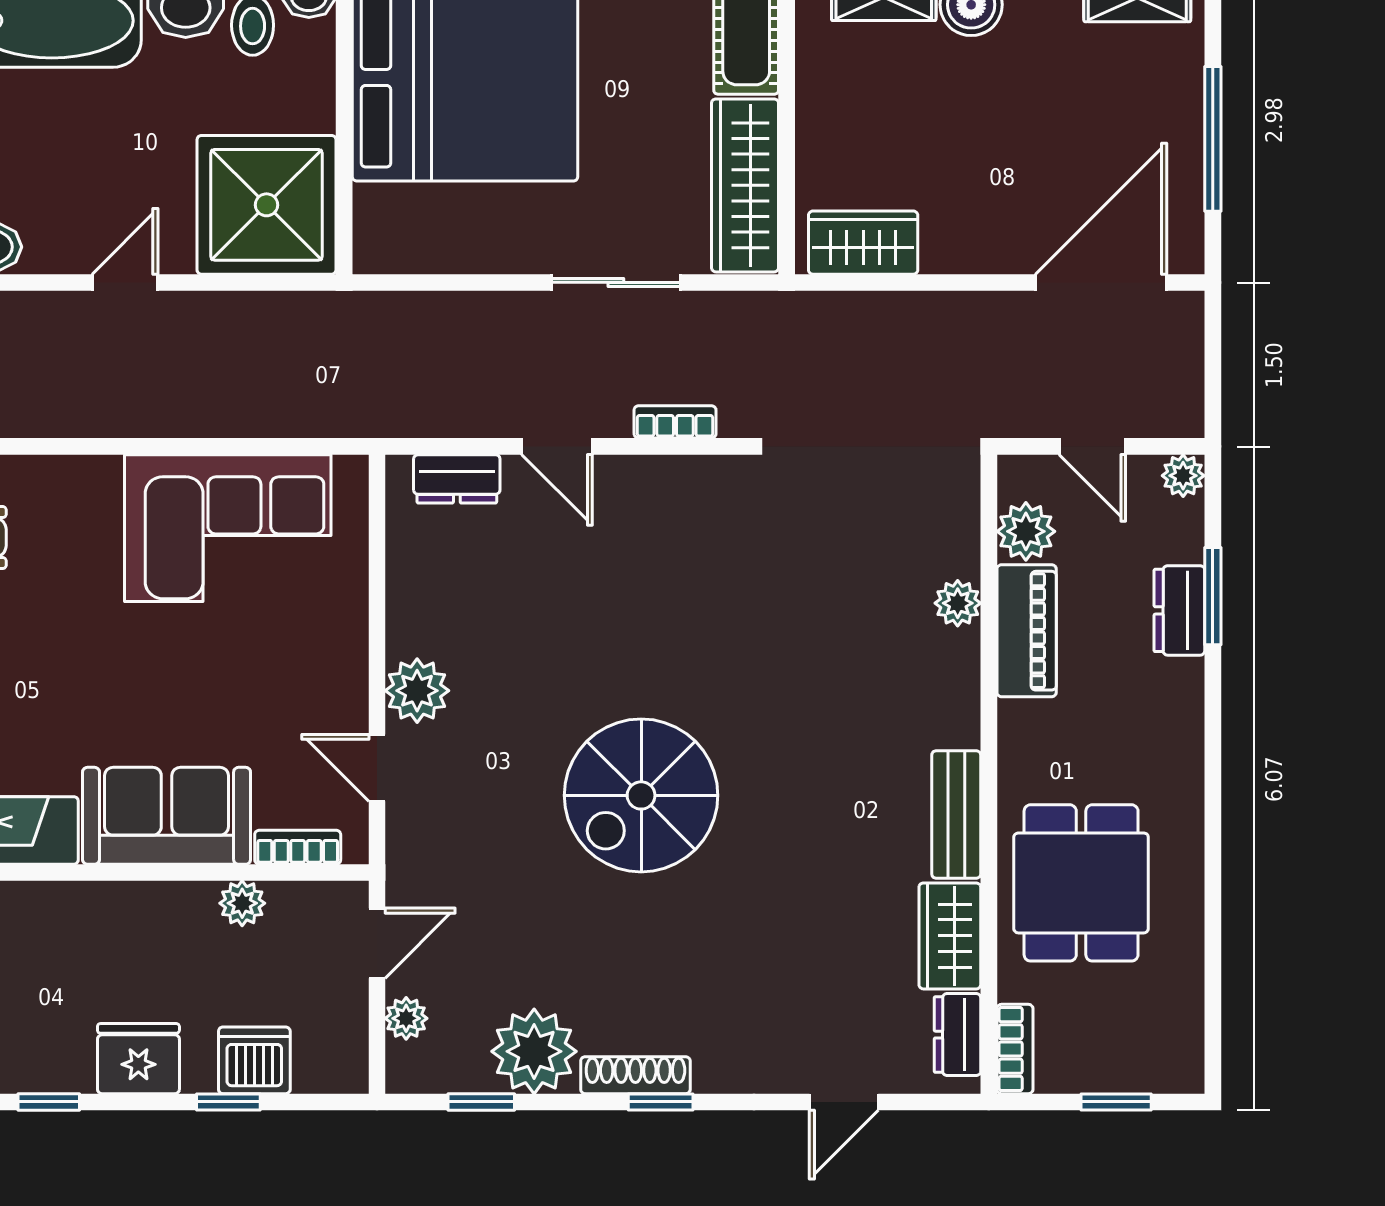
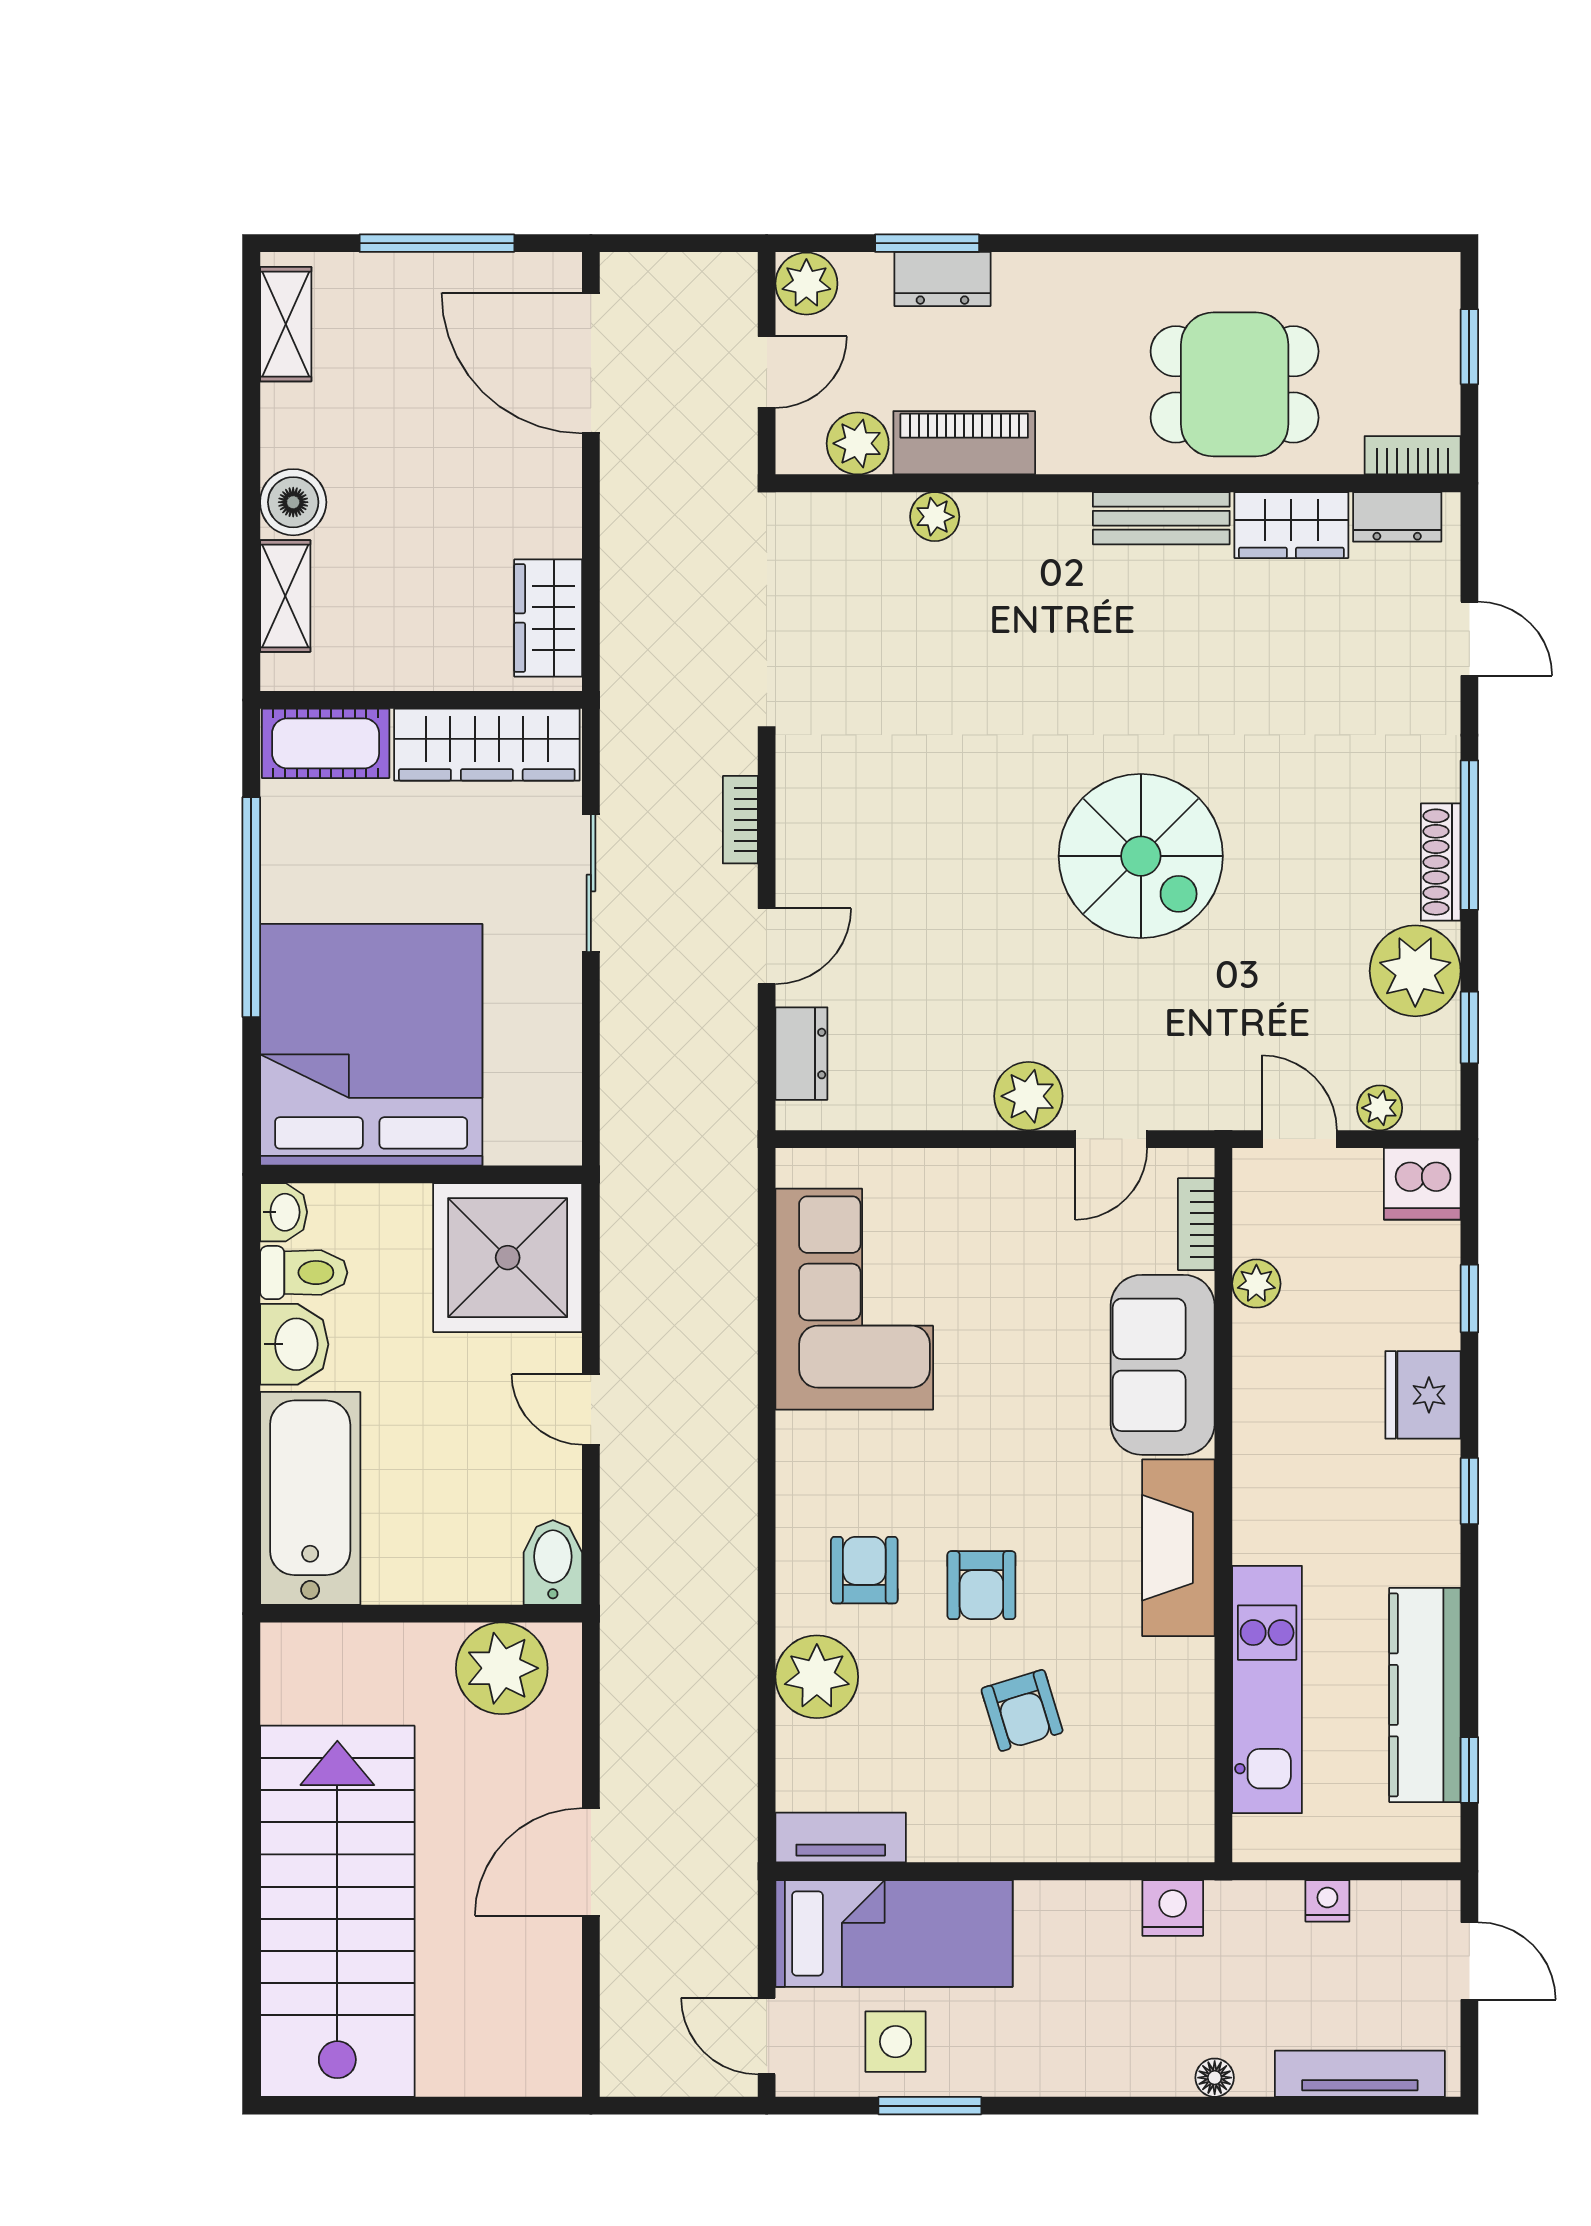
plant: (1183, 476) -> (806, 284), width x1.38, depth x1.38
dishwasher: (254, 1060) -> (1422, 1184), moved, turned -90
window: (661, 1102) -> (1469, 835), width x2.17

